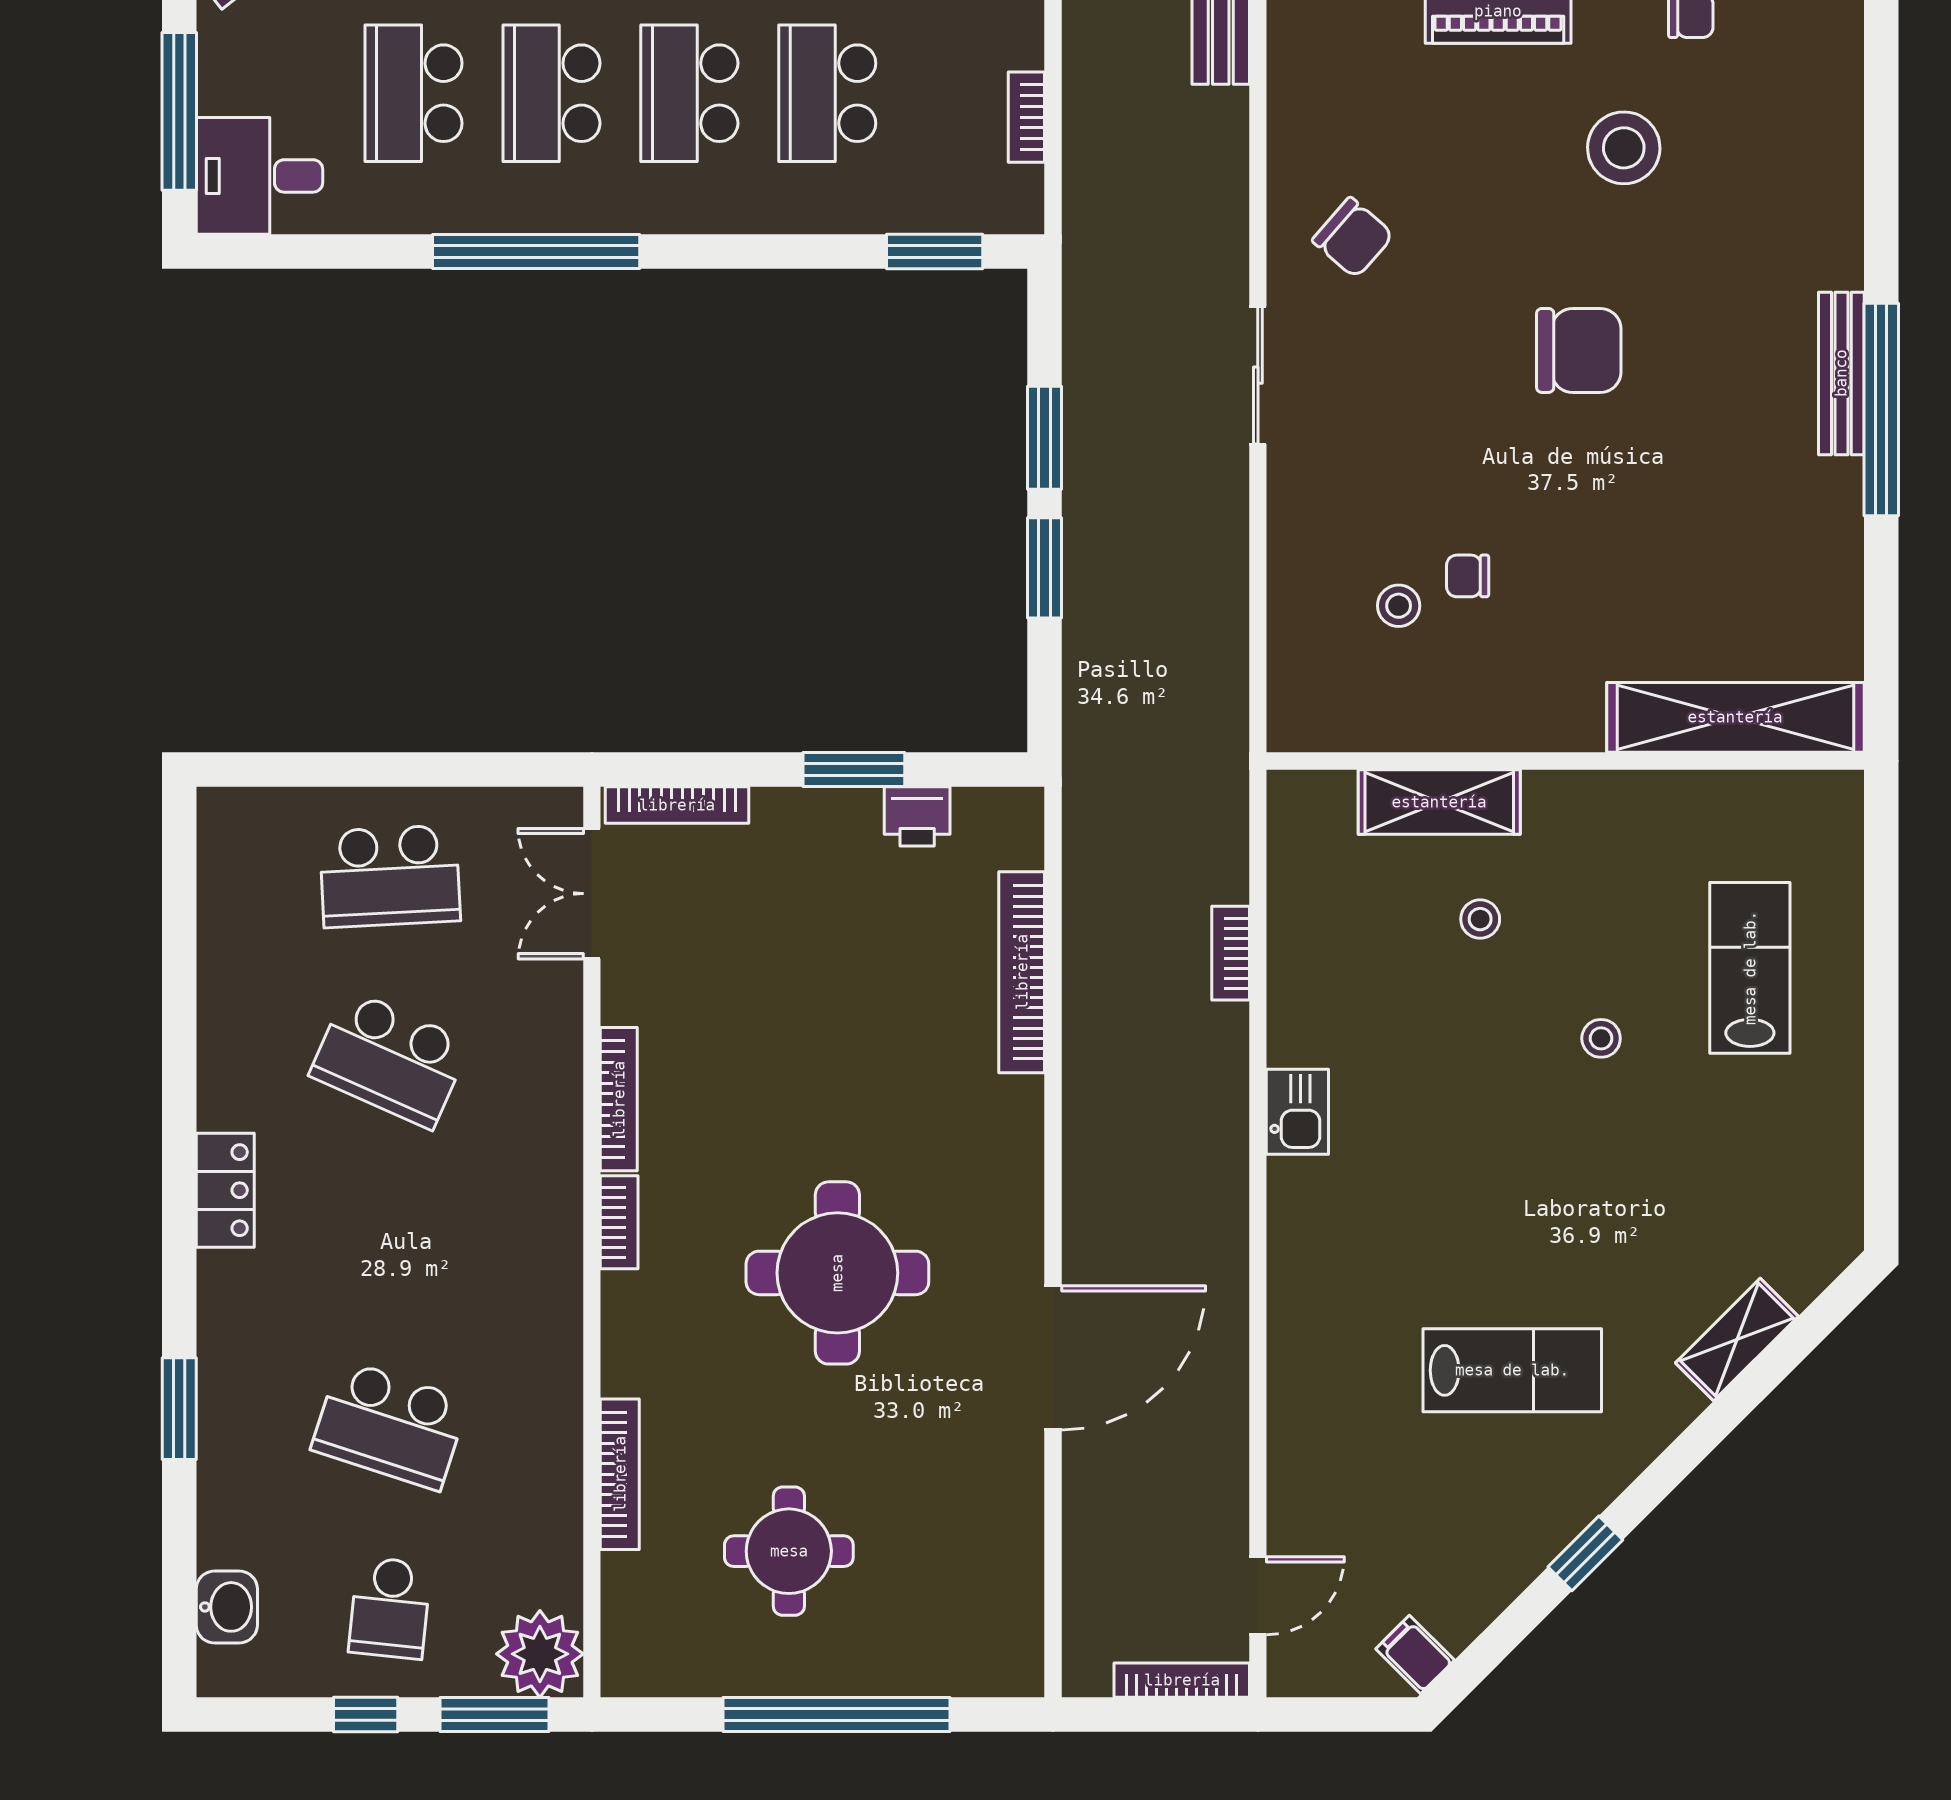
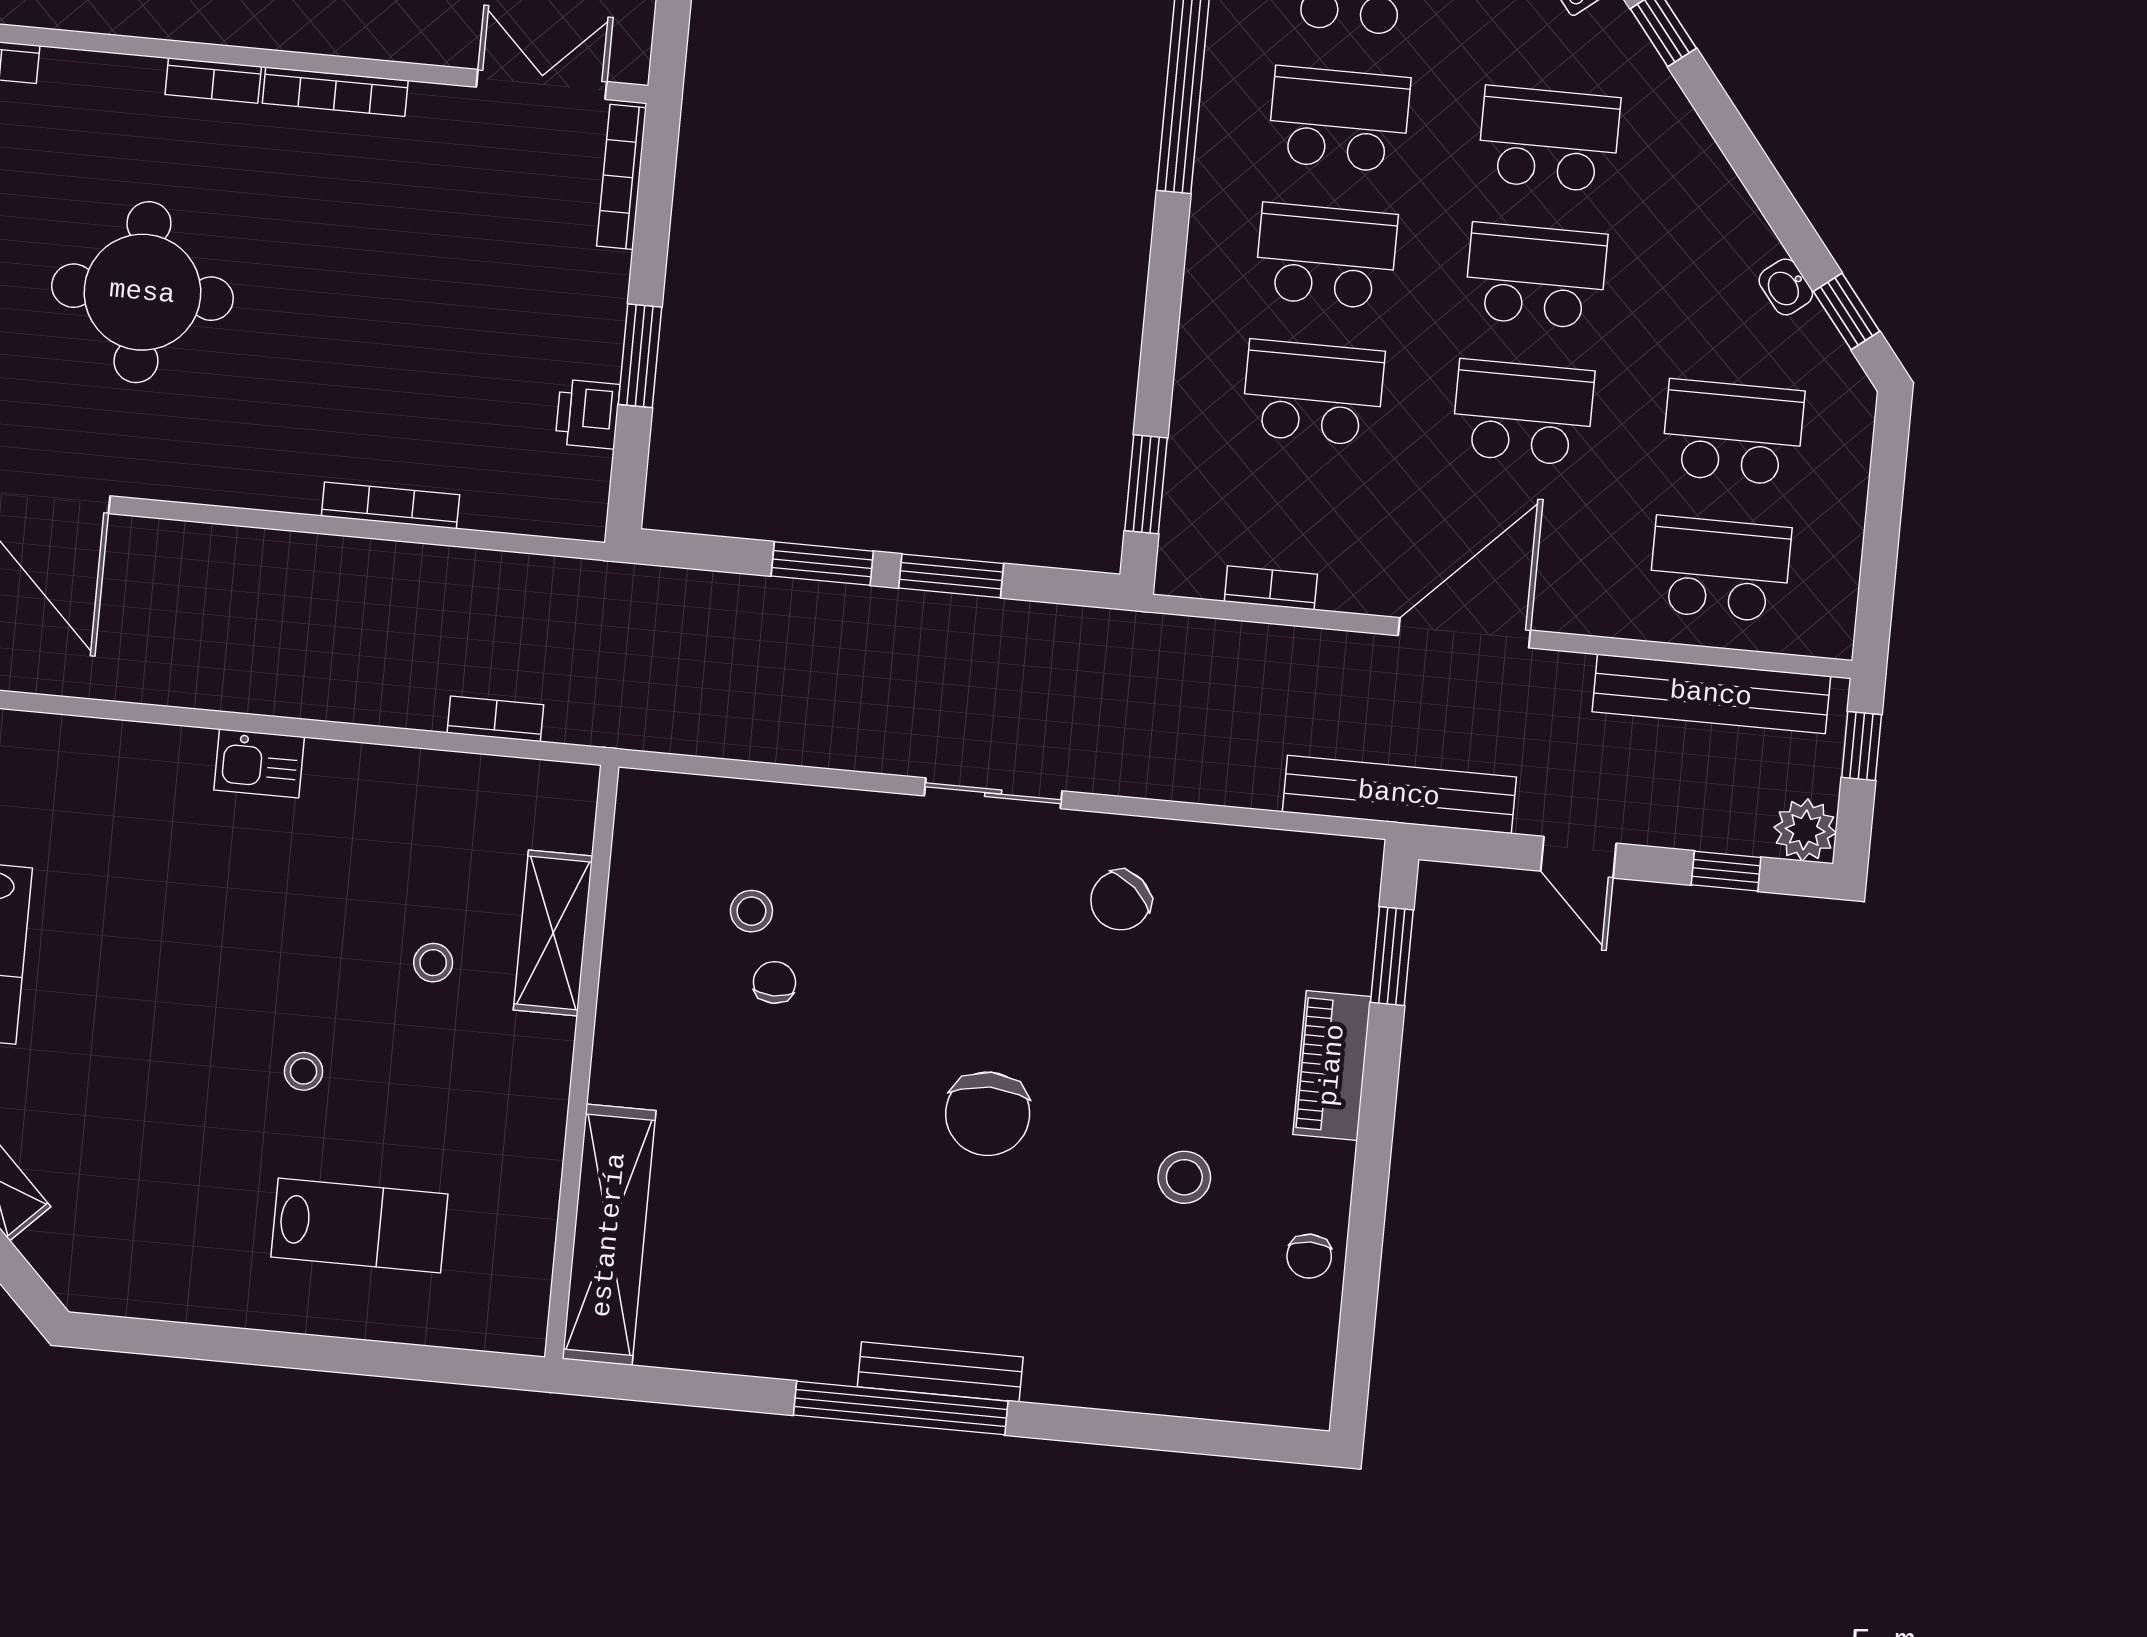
stool: (1624, 148) -> (1184, 1177), width x0.73, depth x0.73
bookcase: (1231, 953) -> (495, 719), moved
bookcase: (1022, 972) -> (390, 505), width x0.68, depth x0.76

